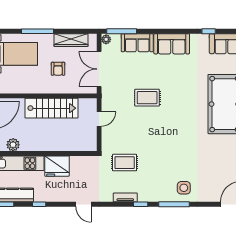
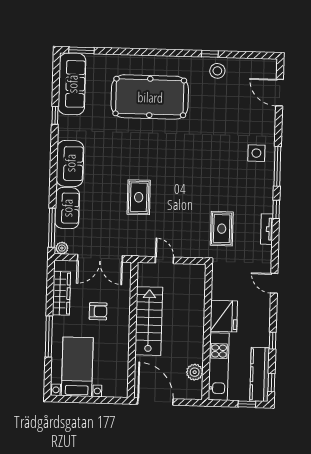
door: (83, 204) -> (274, 283), swing flipped

